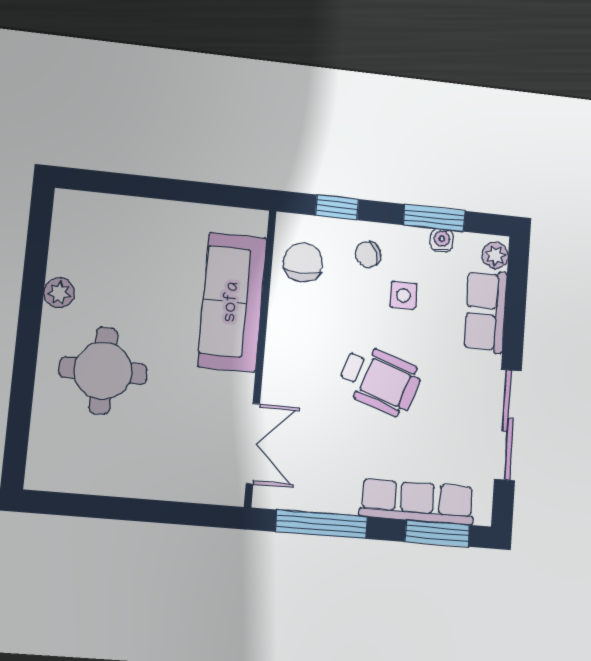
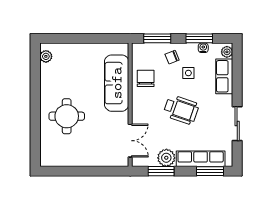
window: (337, 207) -> (157, 38), width x1.50
chair: (303, 262) -> (146, 78), moved
plant: (59, 293) -> (46, 56), moved
sliding door: (508, 425) -> (237, 124), width x0.73
plant: (336, 493) -> (166, 158), added
window: (321, 524) -> (161, 171), width x0.69

